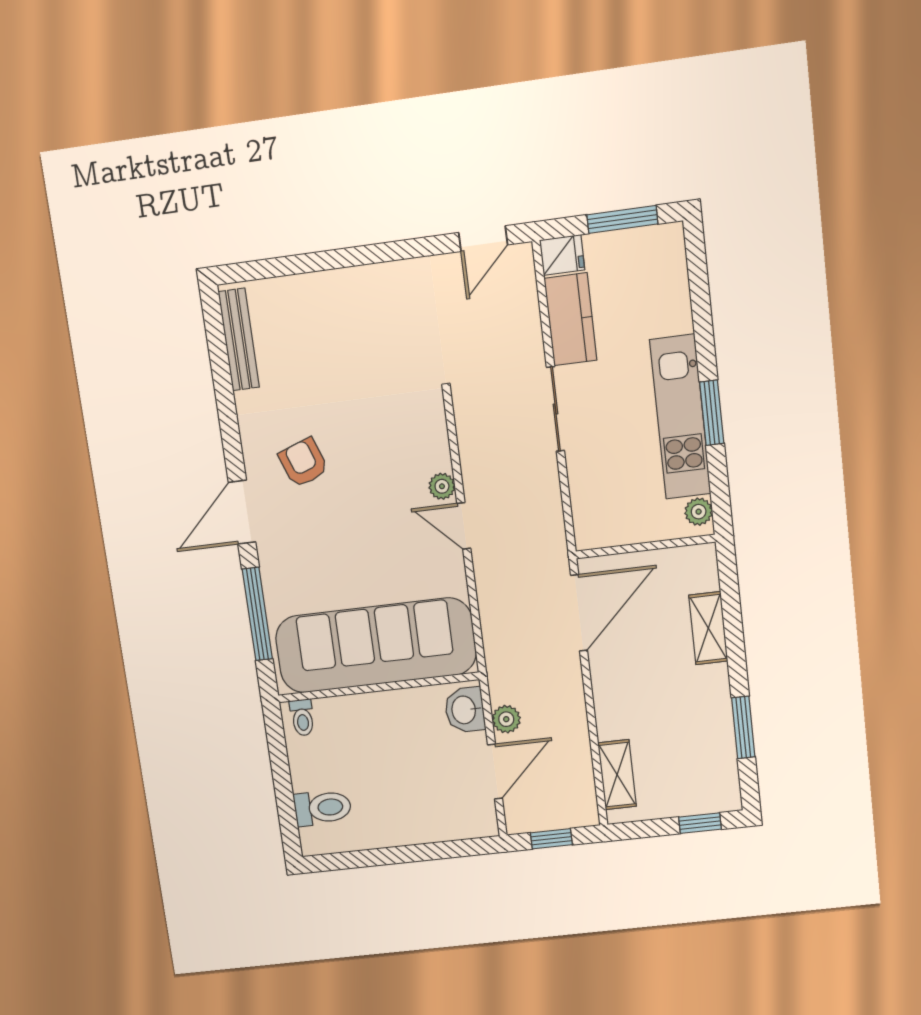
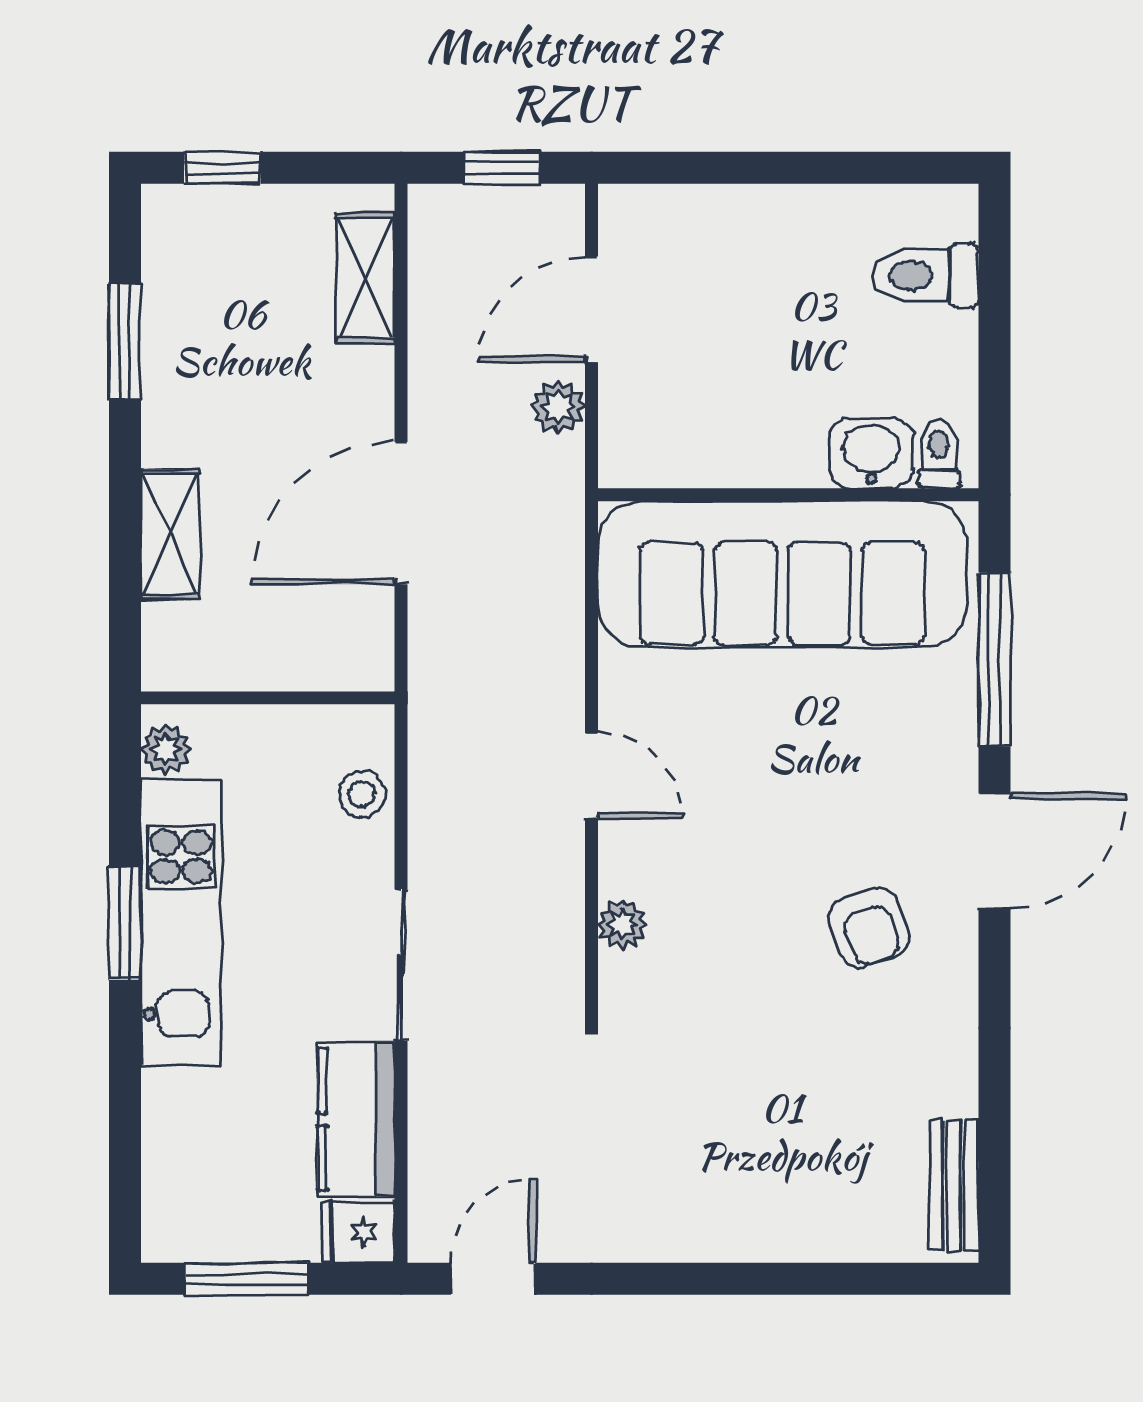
bench: (239, 340) -> (954, 1185), width x0.73
plant: (442, 486) -> (622, 925), moved
stool: (588, 500) -> (362, 794), added
door: (579, 613) -> (401, 513), moved
washbasin: (465, 710) -> (871, 453), moved, turned -90

